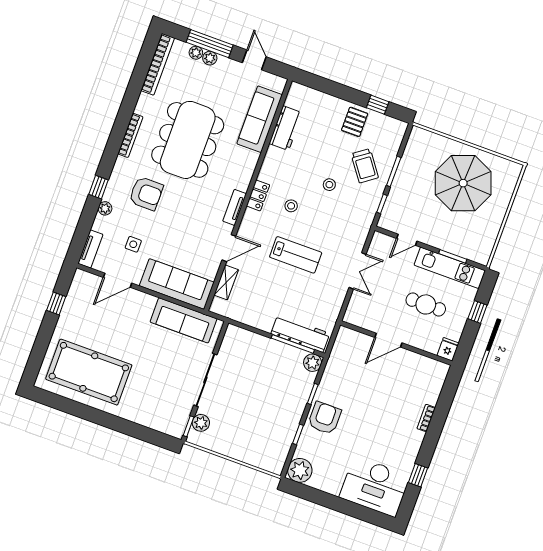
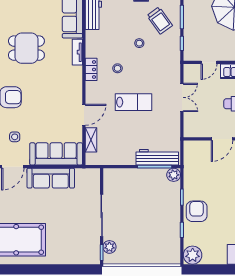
dining table: (188, 140) -> (26, 48), width x0.53, depth x0.80
tv unit: (235, 207) -> (77, 52), moved
sofa: (184, 320) -> (51, 178), moved

